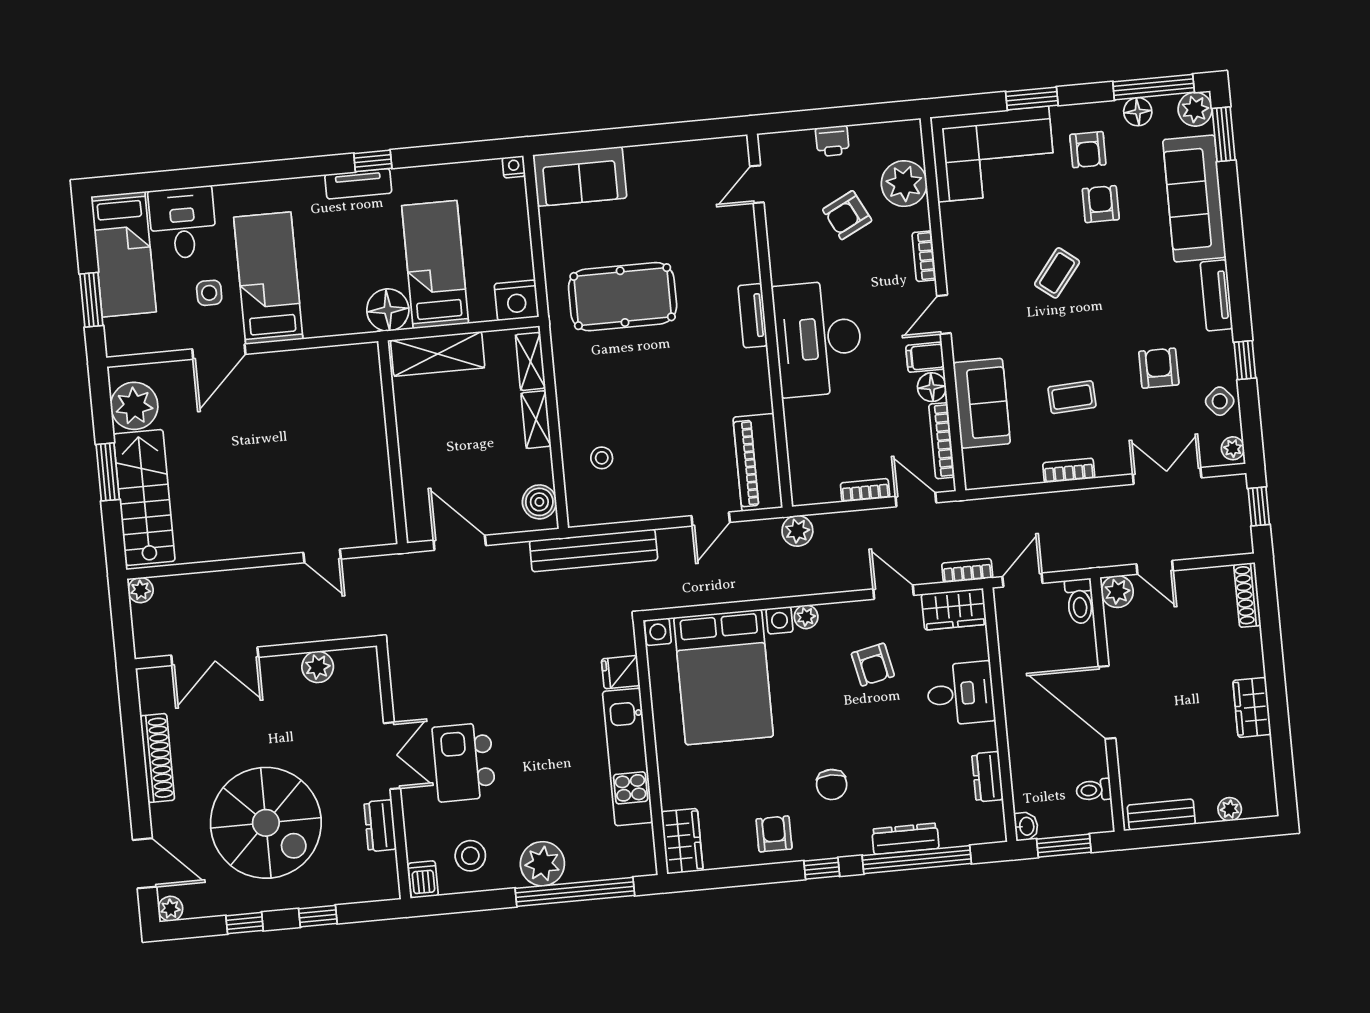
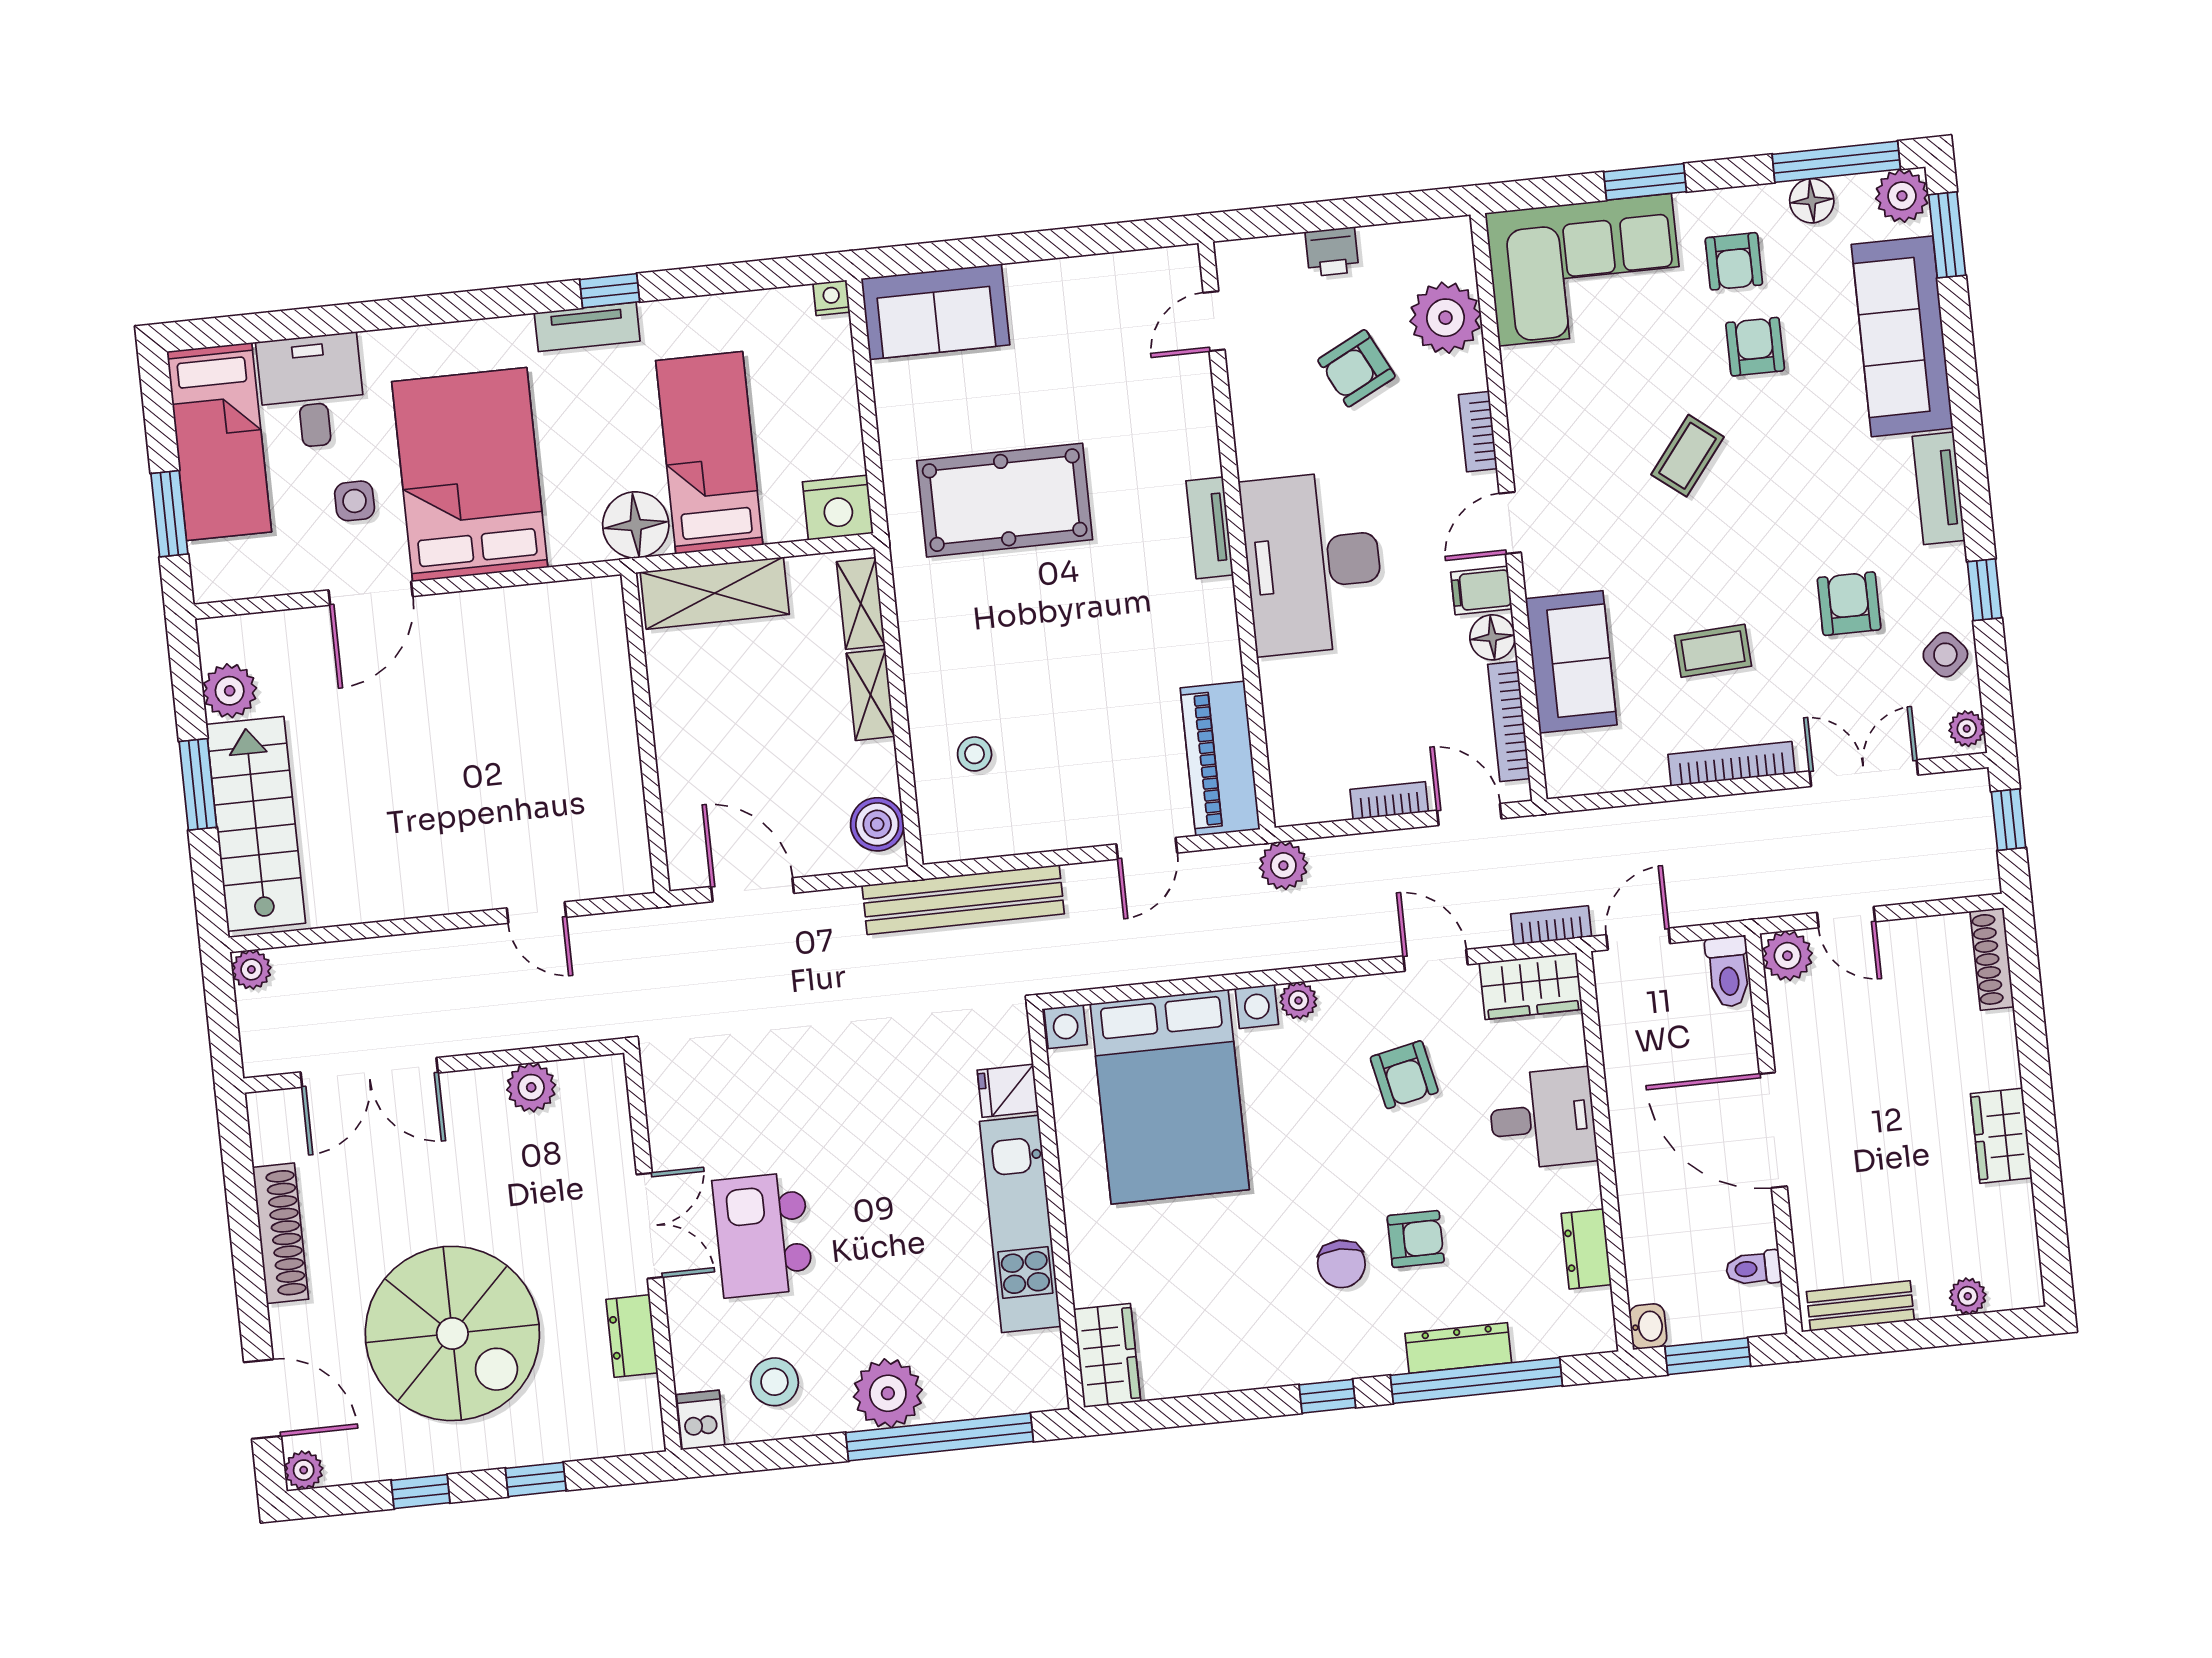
bed: (268, 278) -> (470, 475), width x1.50
plant: (134, 406) -> (230, 691), width x0.73, depth x0.73
bookcase: (1069, 470) -> (1731, 764), width x1.56
armchair: (774, 834) -> (1416, 1239), moved, turned 90

